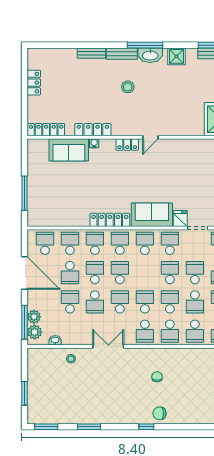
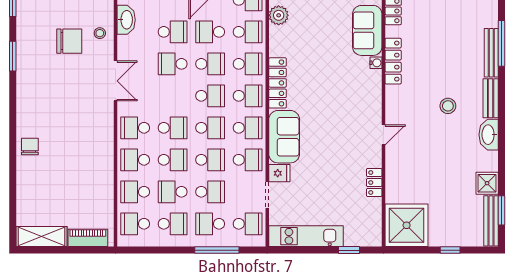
window: (145, 45) -> (501, 43), moved
bench: (91, 53) -> (491, 53), width x1.36
shower: (176, 56) -> (487, 183), moved
door: (150, 137) -> (383, 135), swing flipped
locker: (127, 144) -> (374, 183), moved
plant: (57, 219) -> (279, 15), added
school desk: (120, 302) -> (210, 128), moved
washbasin: (55, 340) -> (126, 20), width x1.91, depth x1.45
chair: (157, 377) -> (69, 41), moved, width x1.87, depth x1.87
window: (146, 427) -> (13, 130), removed

